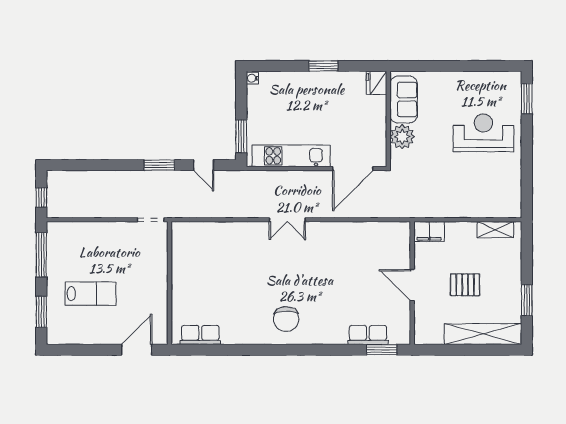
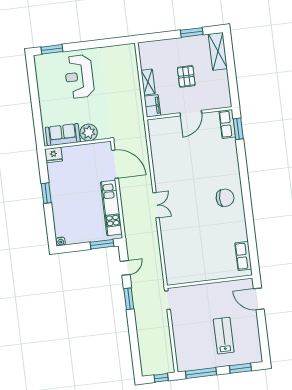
shelving: (495, 230) -> (148, 82), moved
shelving: (483, 334) -> (218, 51), width x0.68
row of seats: (368, 335) -> (227, 124), moved

